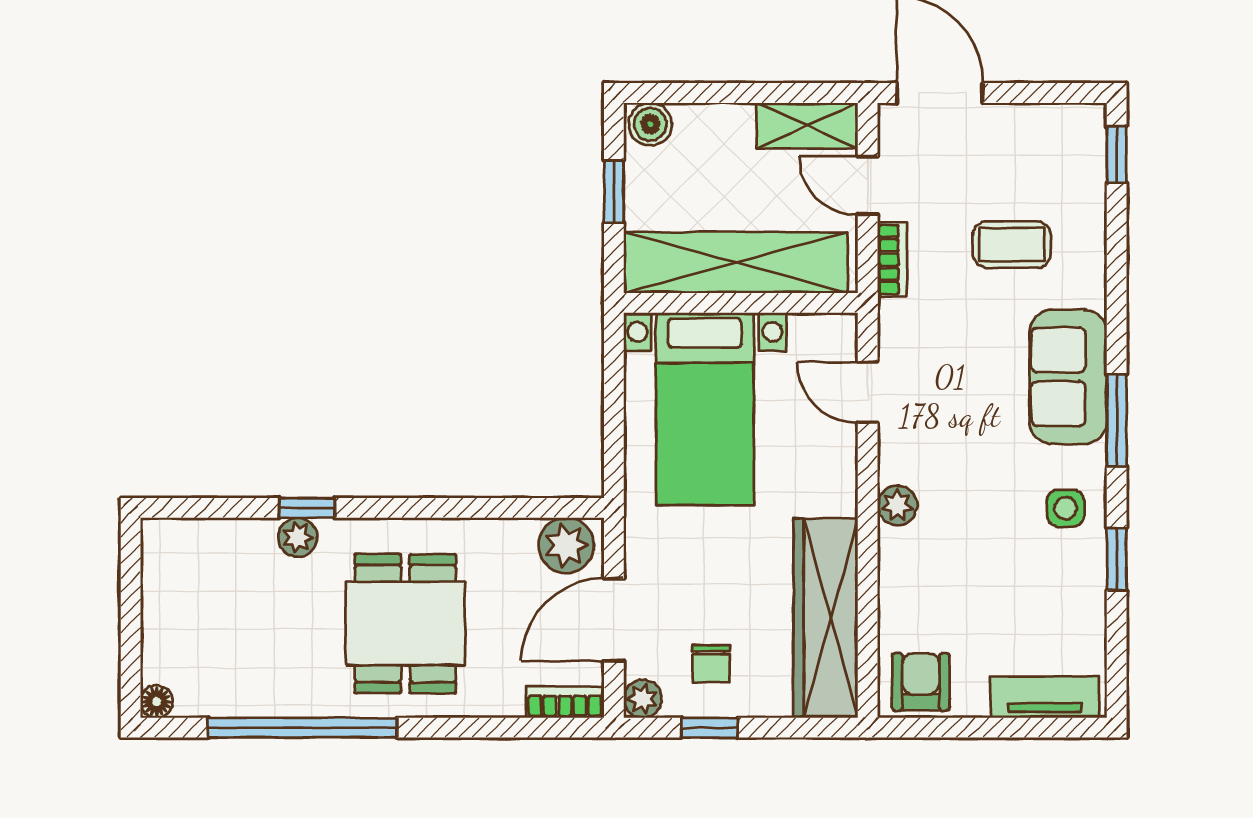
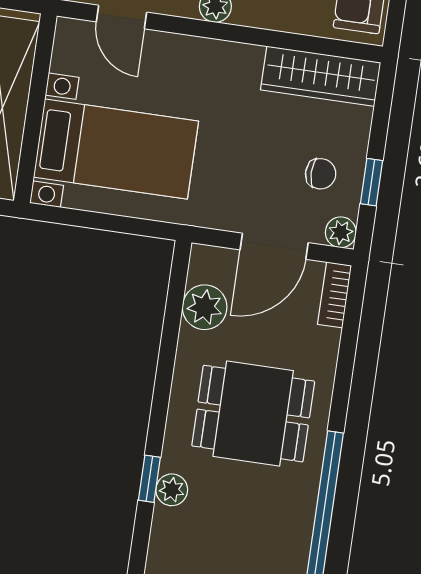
door: (868, 392) -> (122, 17), hinge flipped
plant: (566, 545) -> (205, 307), moved
wardrobe: (826, 618) -> (321, 76), width x0.71, depth x0.85
door: (614, 620) -> (274, 246), hinge flipped

